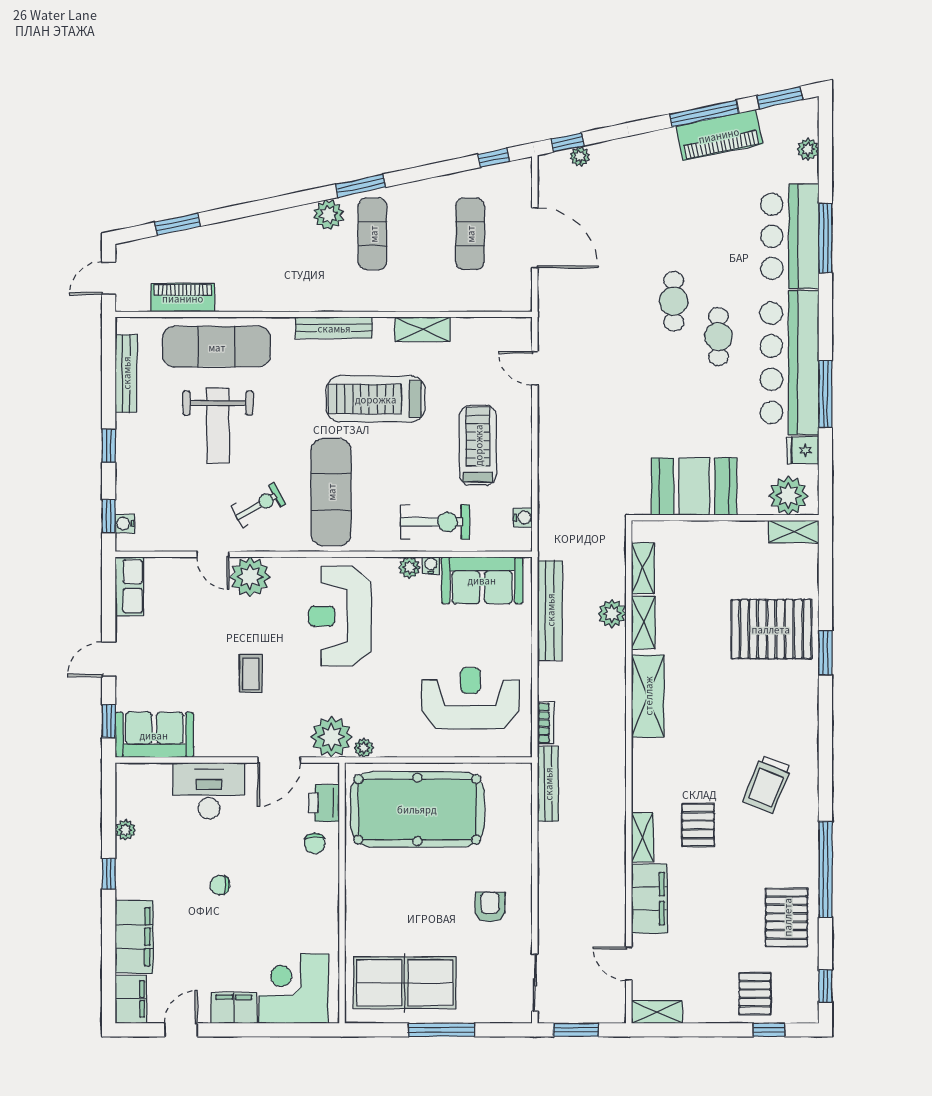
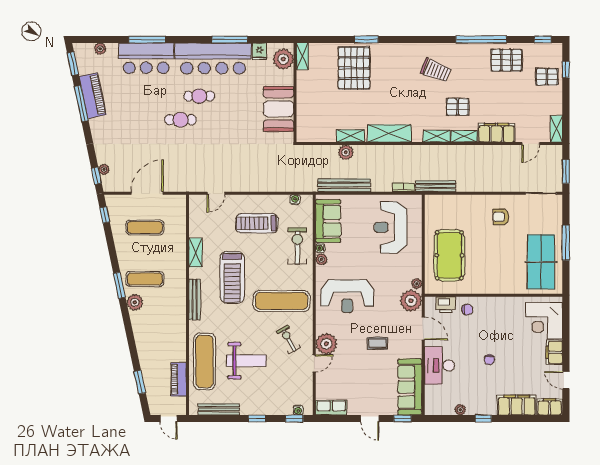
shelving: (643, 568) -> (437, 136), moved
sofa: (154, 735) -> (410, 387), width x1.36
pool table: (417, 809) -> (449, 255), width x0.73, depth x0.76

